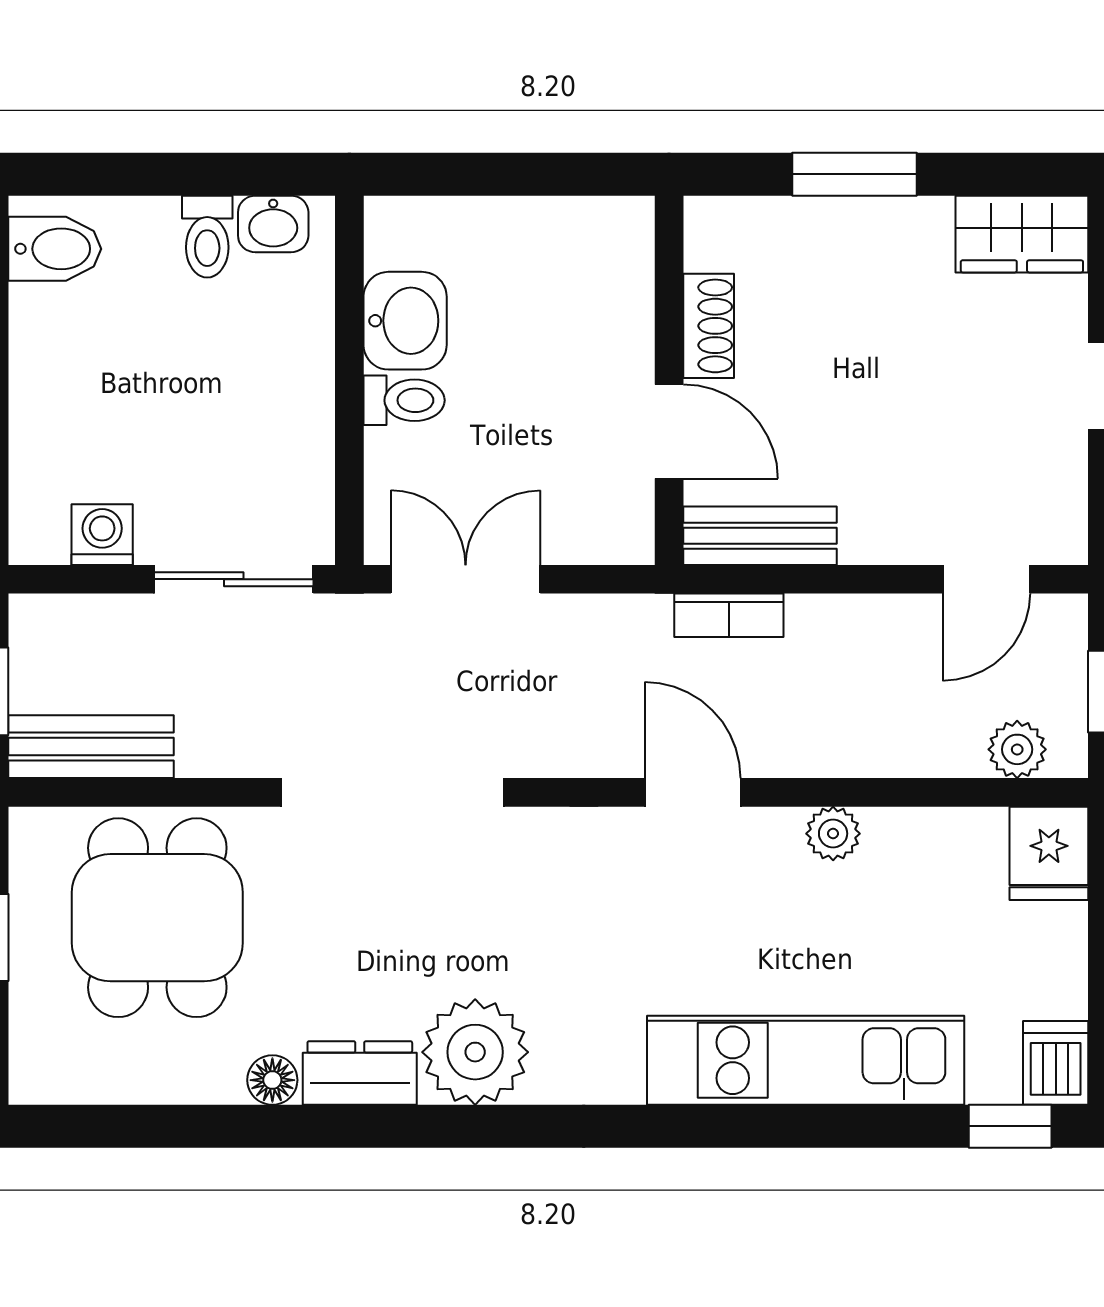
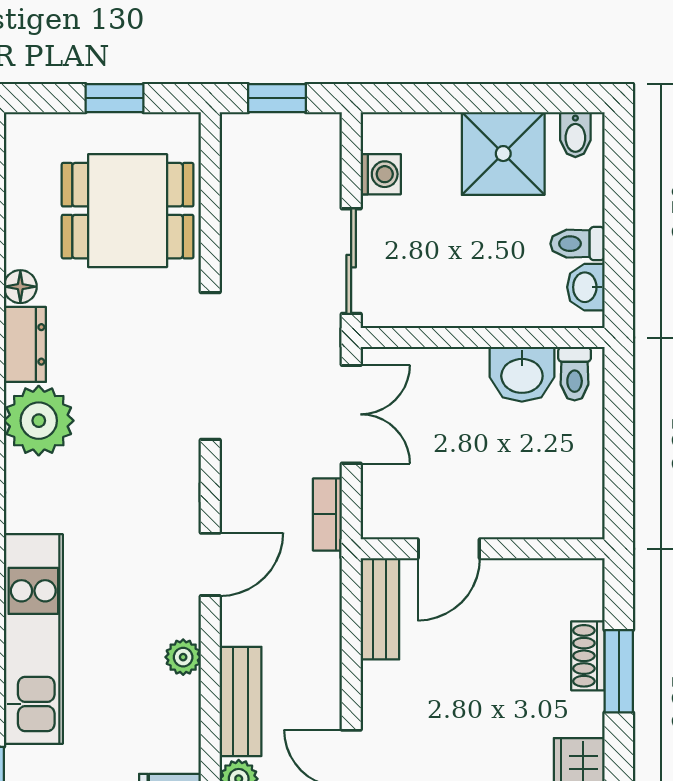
bidet: (55, 249) -> (575, 135), width x0.72, depth x0.74
shoe rack: (709, 326) -> (588, 656), moved, turned 90
shower: (71, 349) -> (503, 154), added
toilet: (404, 400) -> (575, 374), moved
bookcase: (729, 615) -> (327, 514), moved
bench: (91, 747) -> (241, 701), moved

